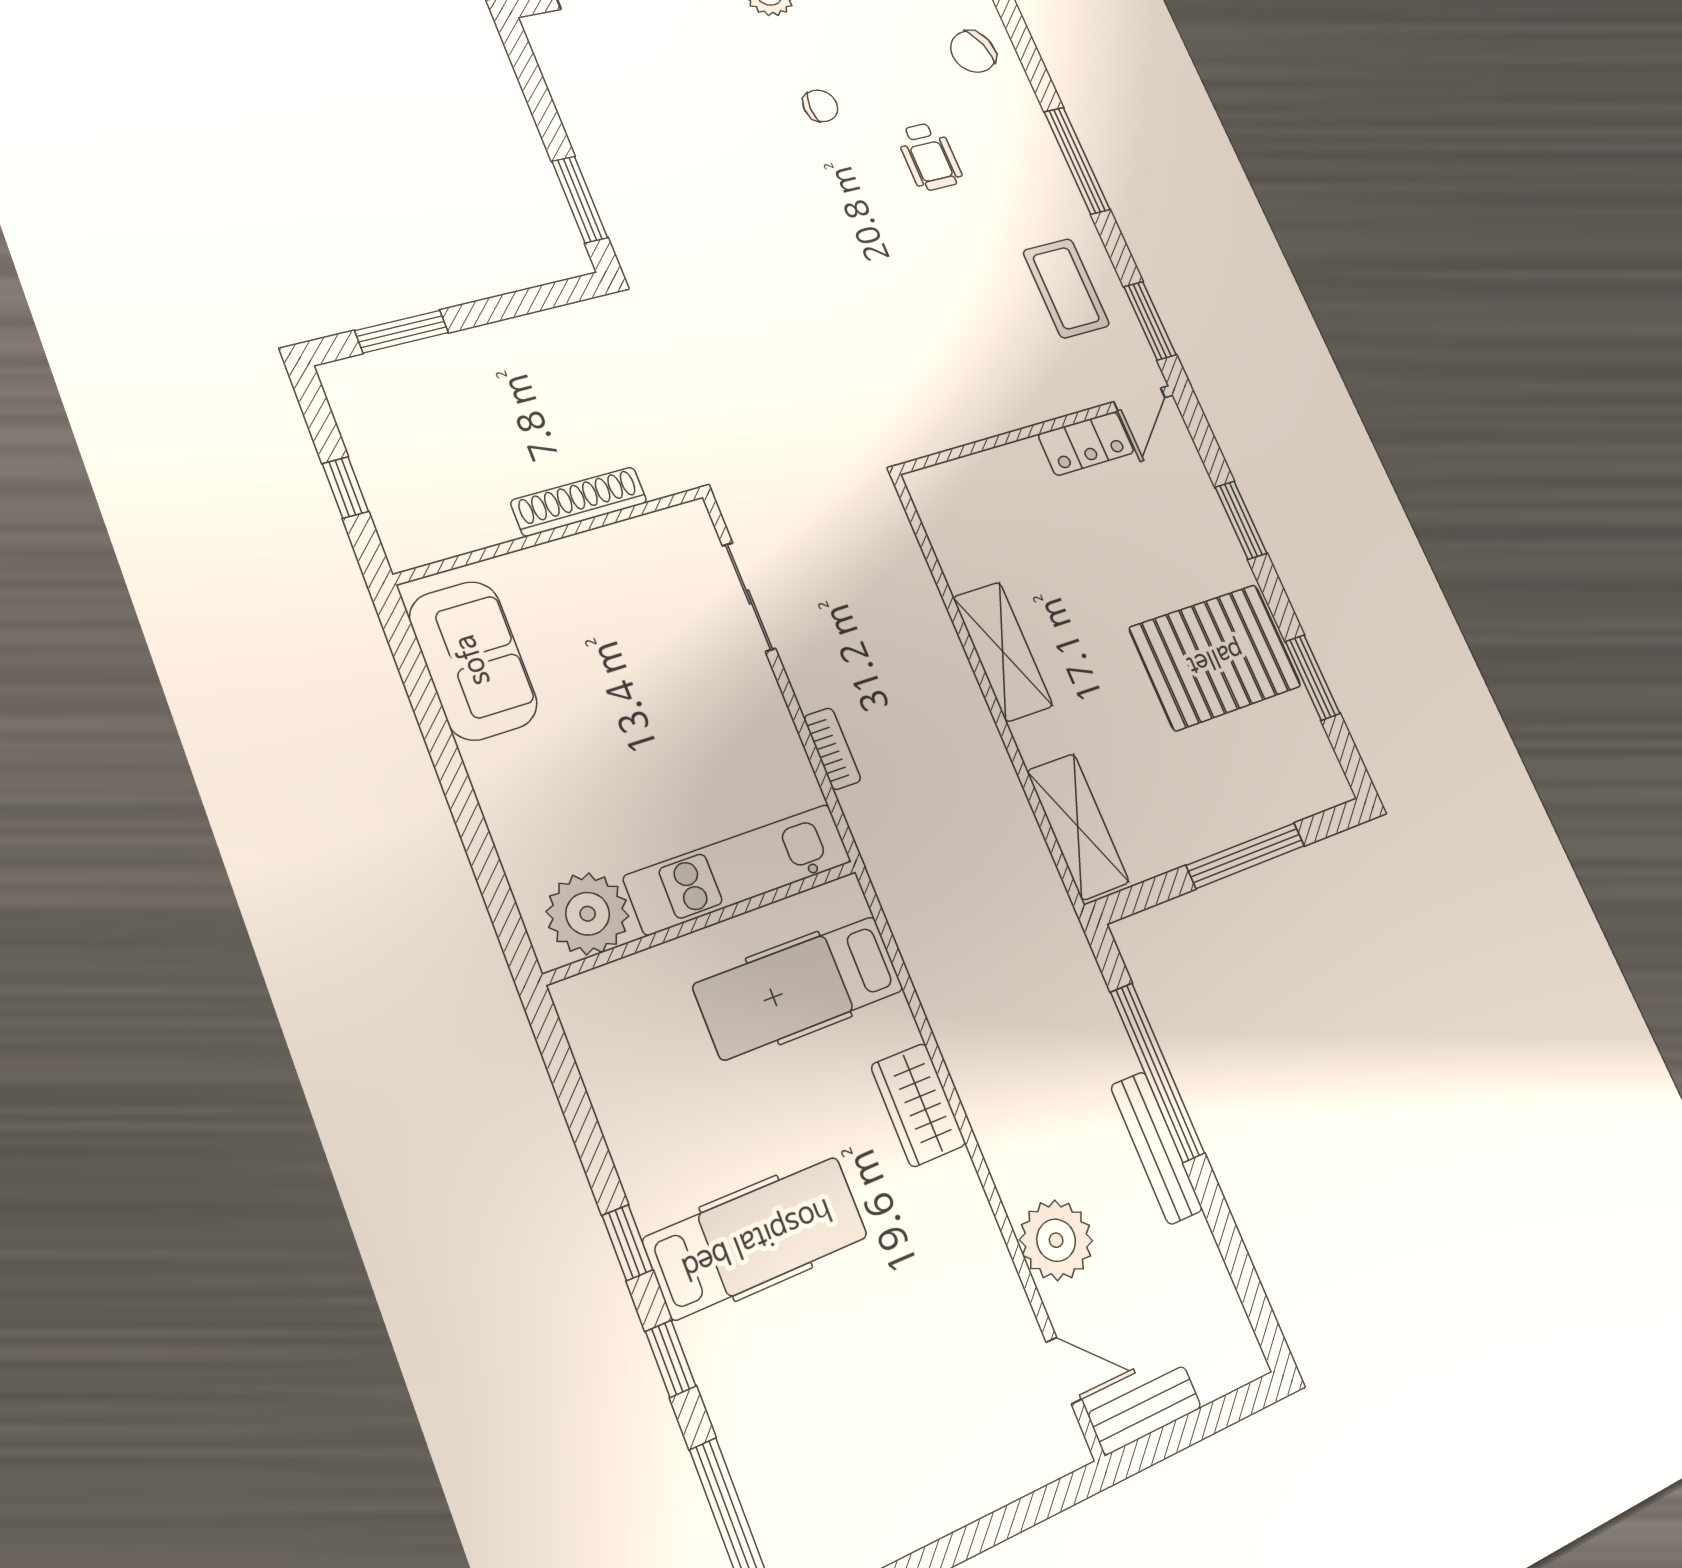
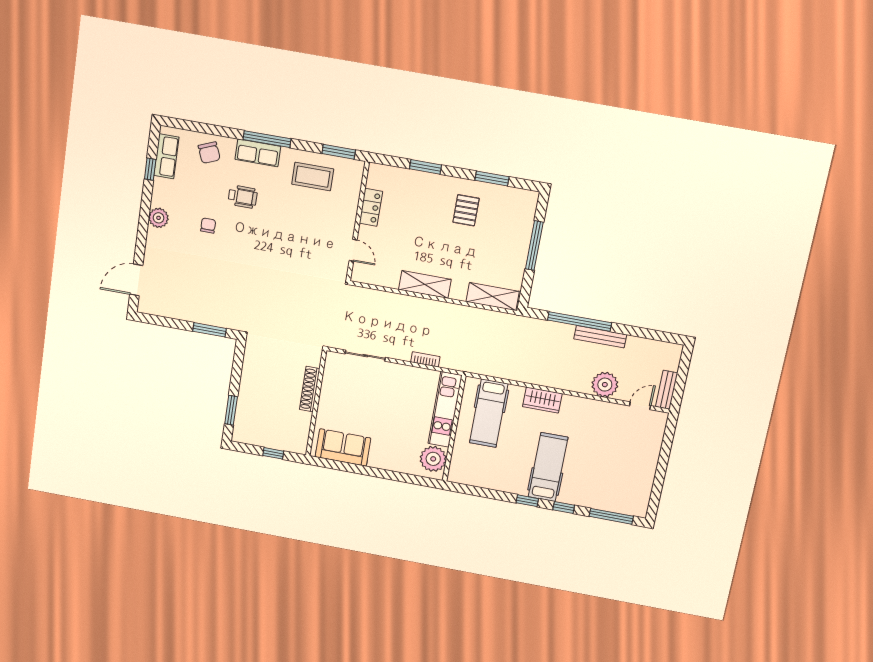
row of seats: (1038, 153) -> (258, 153), added
door: (1139, 400) -> (353, 250), moved
pallet: (1215, 657) -> (466, 210), width x0.49, depth x0.50

